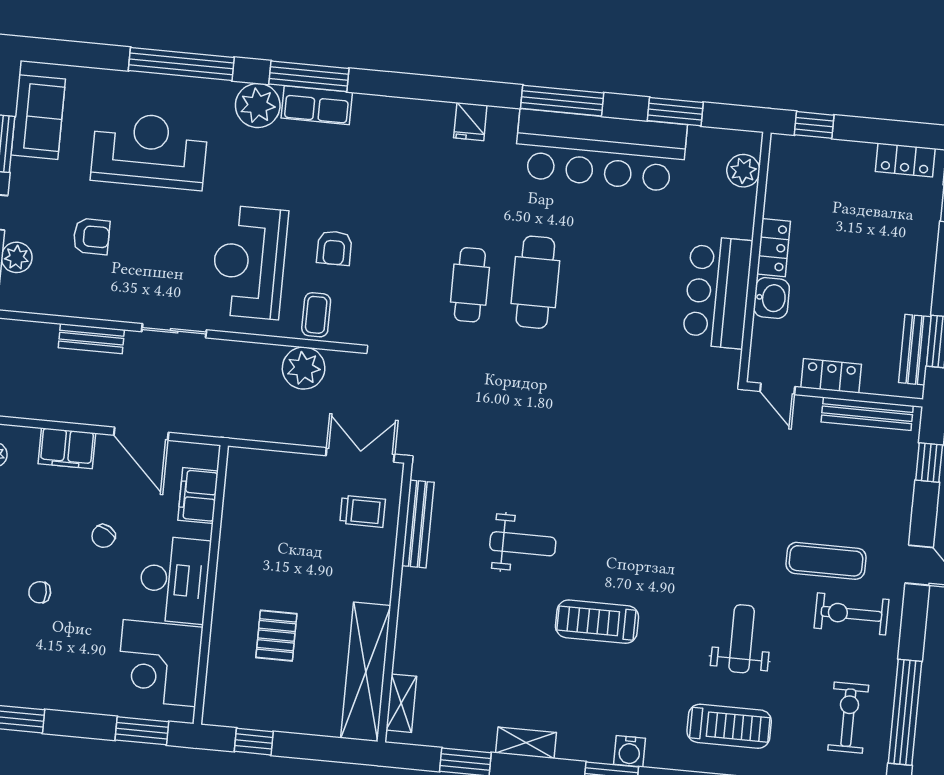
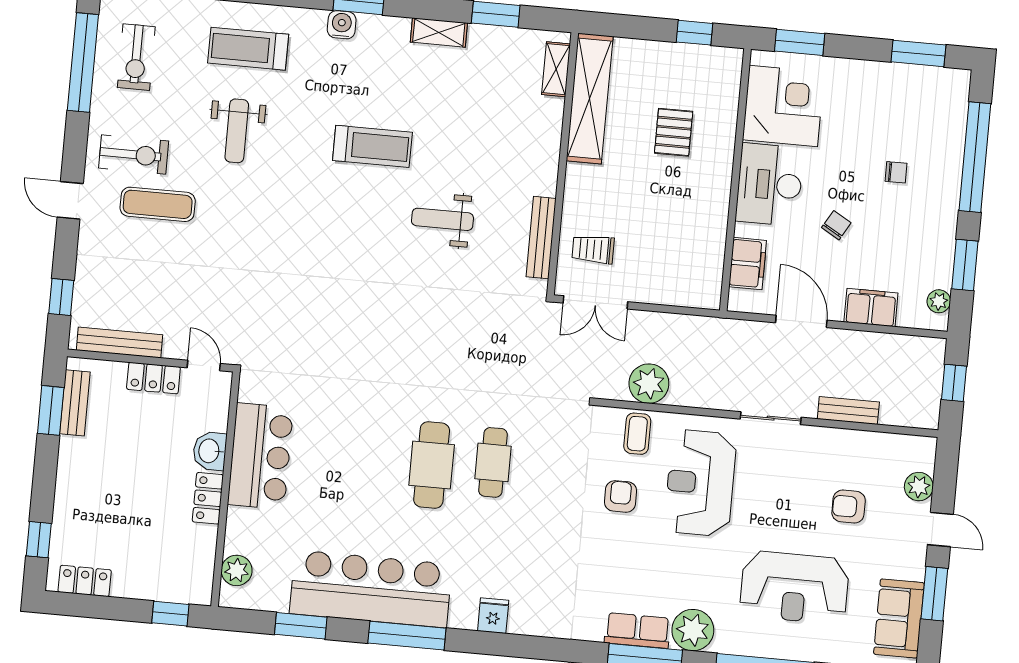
reception desk: (249, 262) -> (700, 483), turned 180

